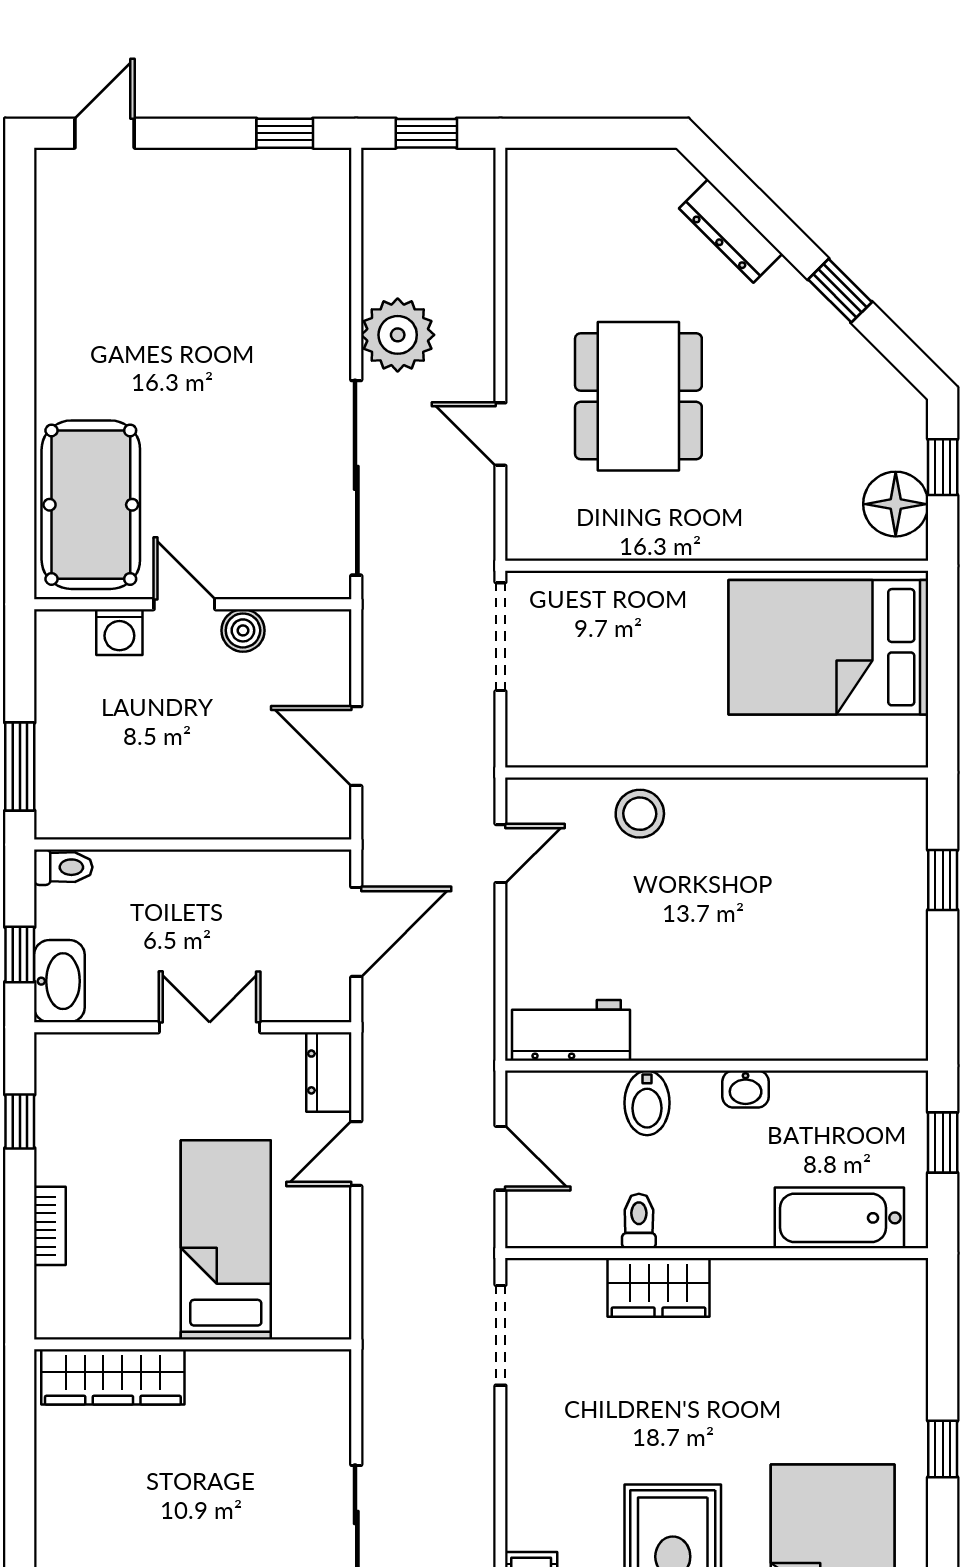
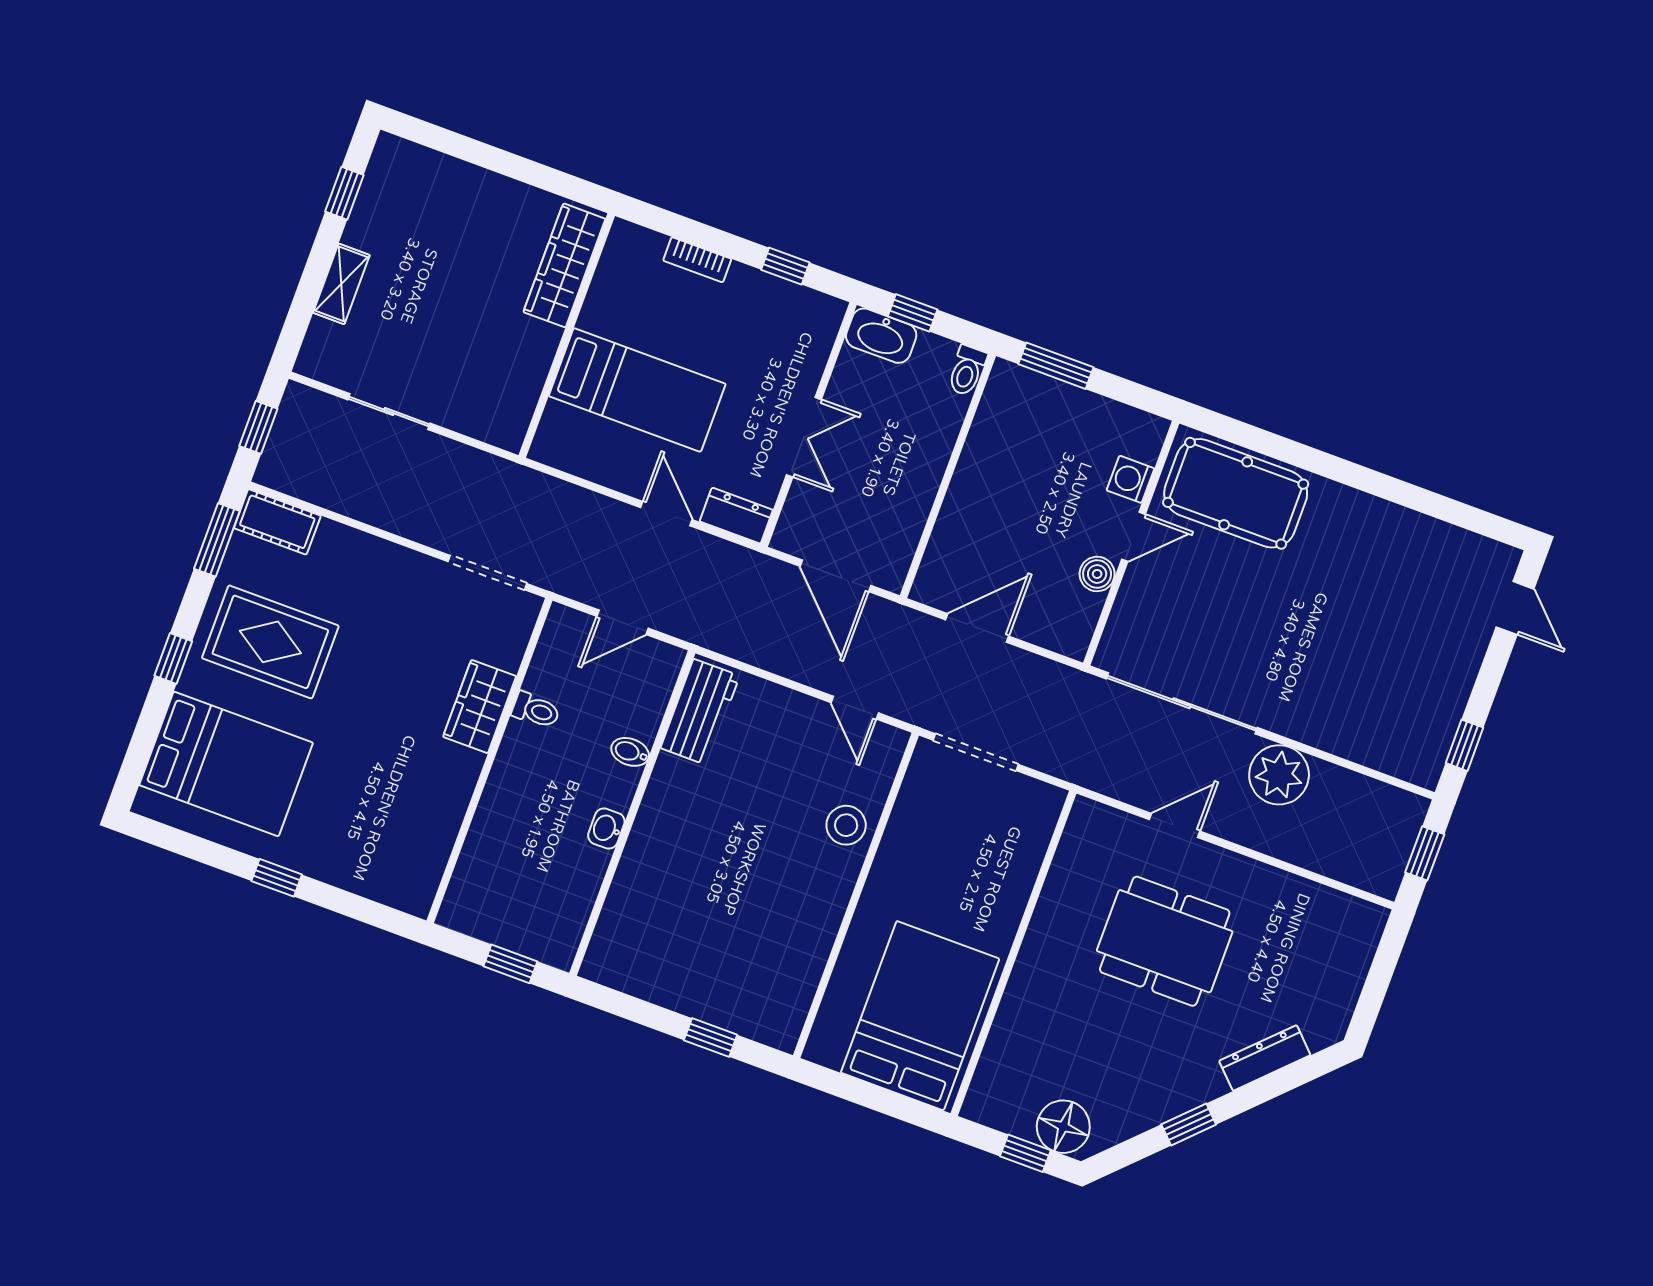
floor lamp: (896, 504) -> (1063, 1127), moved
doorway: (500, 637) -> (976, 752), moved
bidet: (647, 1103) -> (630, 752), width x0.72, depth x0.74
bathtub: (839, 1218) -> (482, 864), removed

